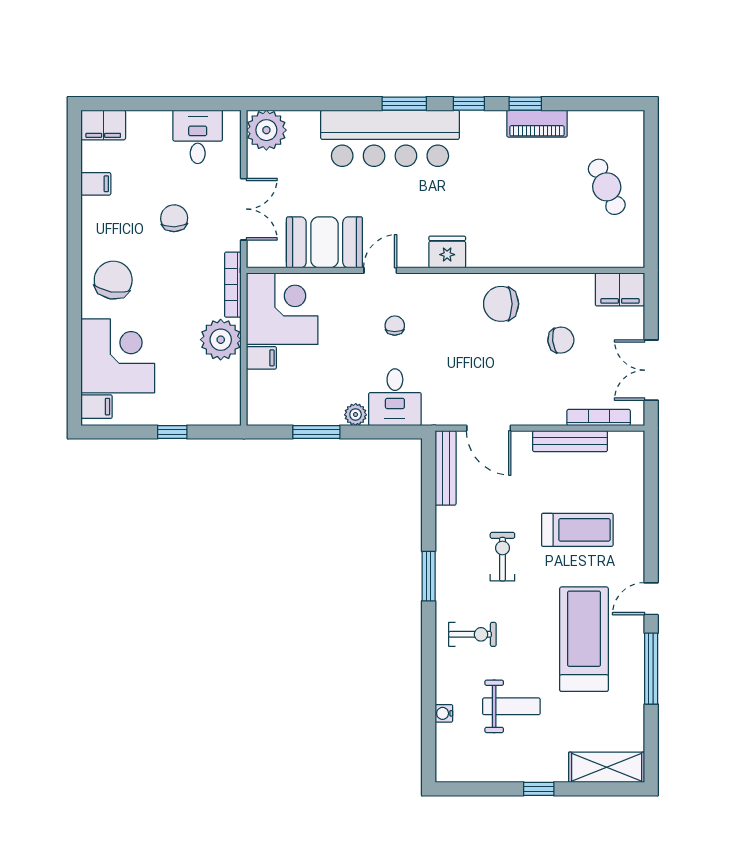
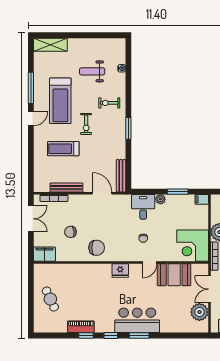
plant: (266, 130) -> (199, 312), moved
bar counter: (390, 138) -> (137, 320), width x0.73
filing cabinet: (261, 358) -> (202, 199), moved
exercise bike: (502, 557) -> (86, 124), moved
window: (539, 789) -> (80, 35), removed

